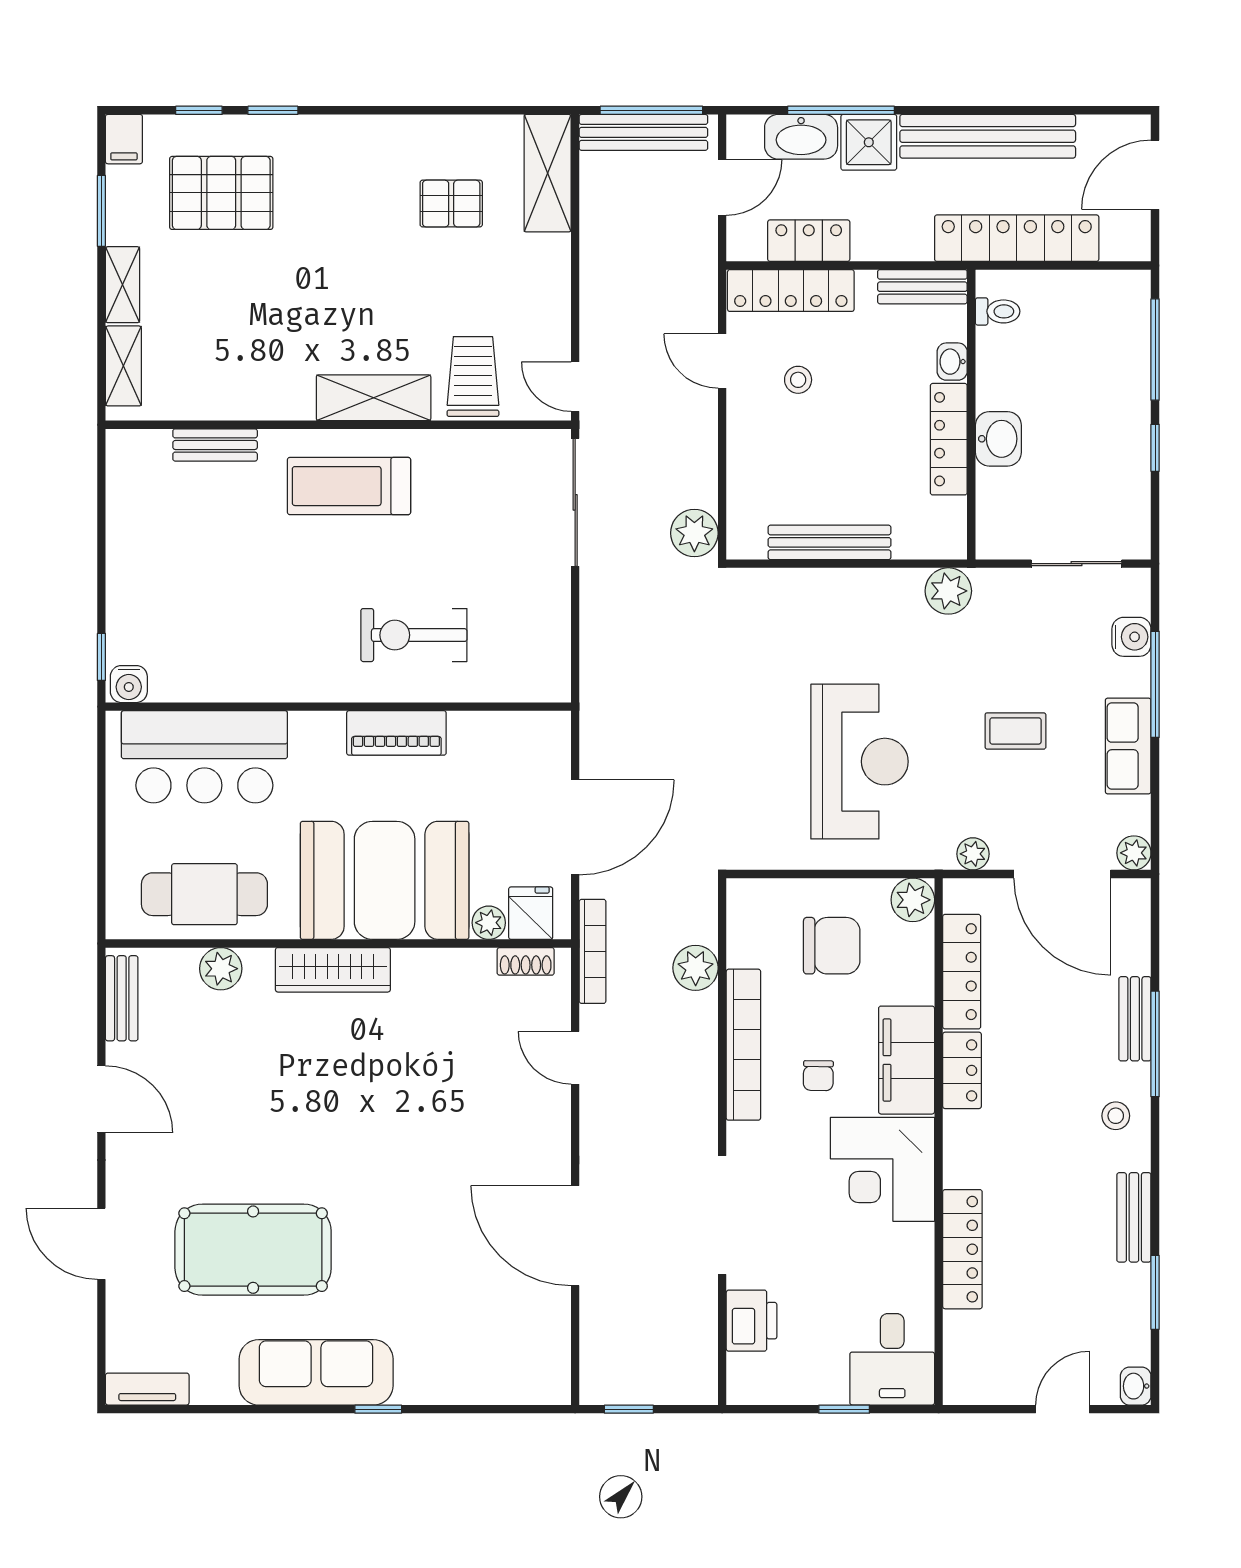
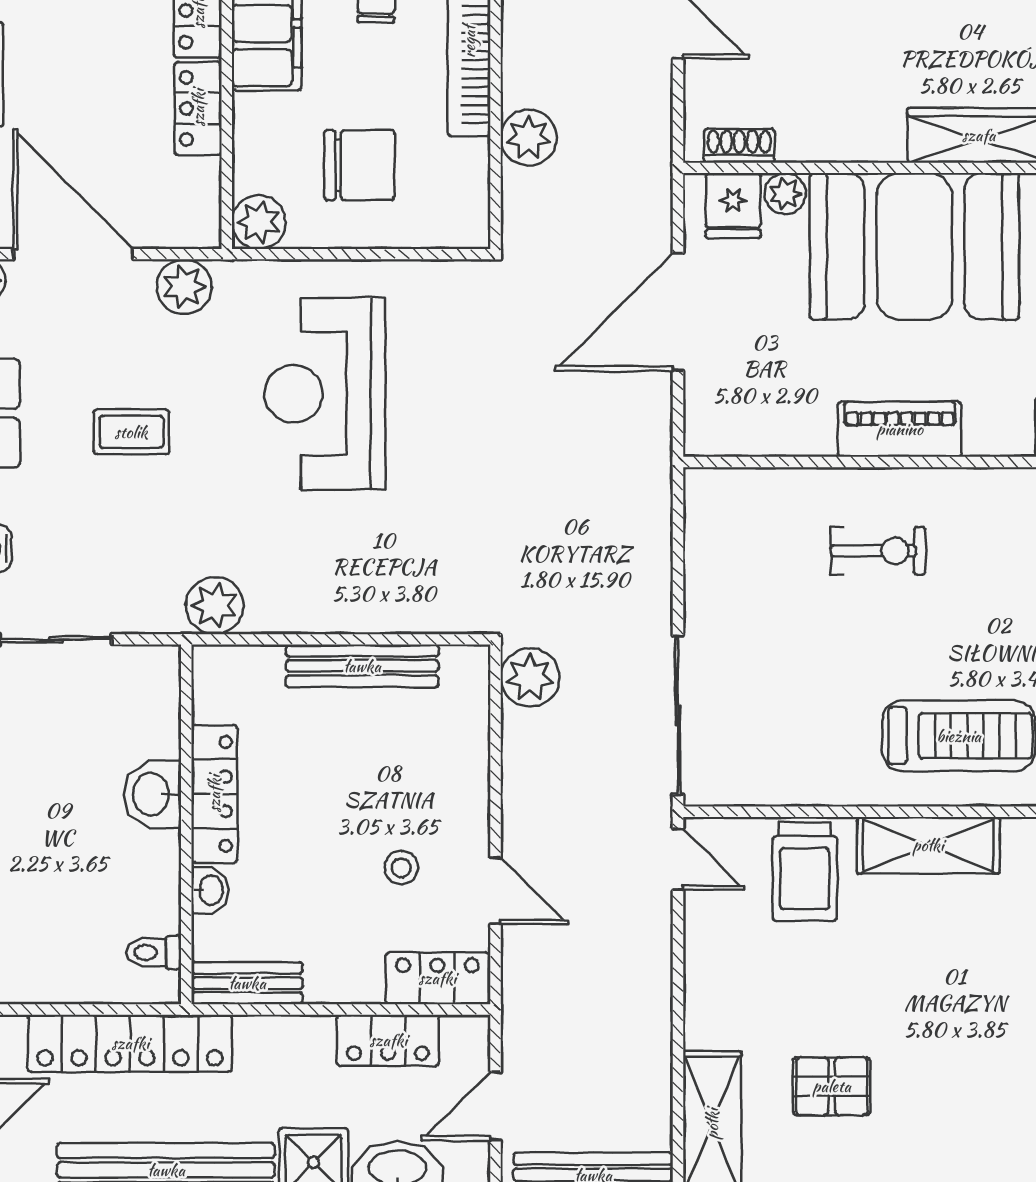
locker: (791, 291) -> (437, 978), width x0.66
exercise bike: (414, 635) -> (878, 551), width x0.73, depth x0.72
plant: (973, 854) -> (184, 287), width x1.38, depth x1.38
chair: (832, 946) -> (359, 165), turned 180
bookcase: (593, 951) -> (656, 158), removed
locker: (962, 972) -> (198, 108), width x0.66

